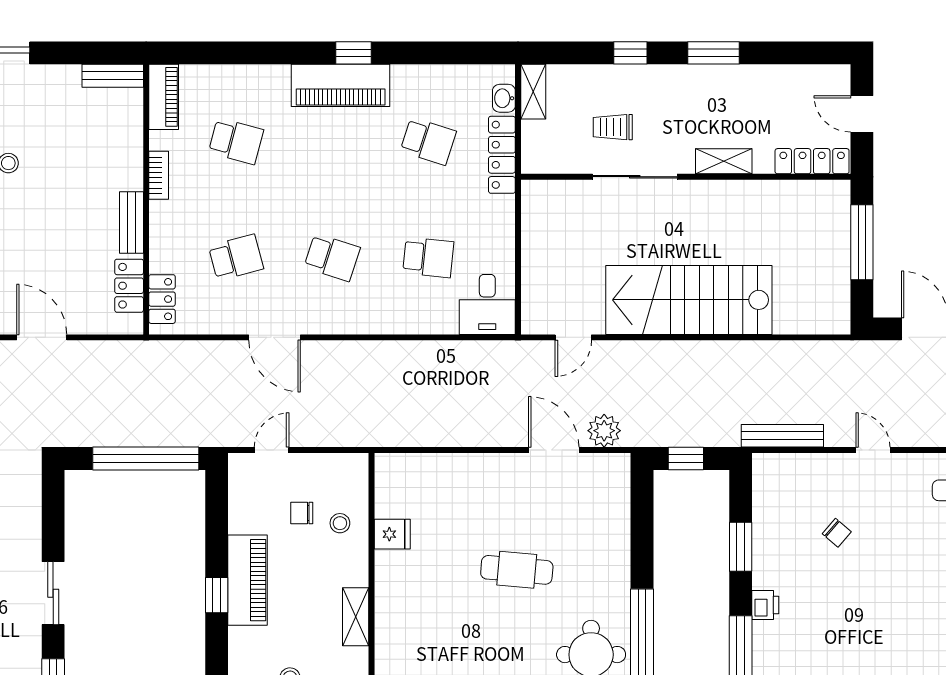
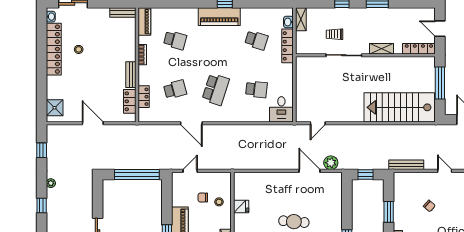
school desk: (332, 257) -> (216, 89), width x1.85
locker: (162, 299) -> (144, 97), moved
stairs: (689, 300) -> (399, 107), moved

